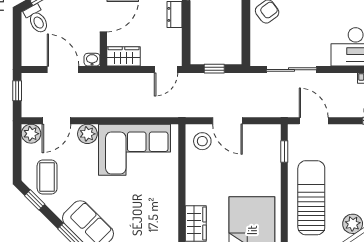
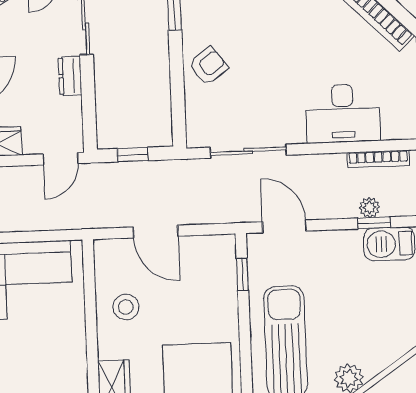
stool: (202, 141) -> (126, 307), moved

